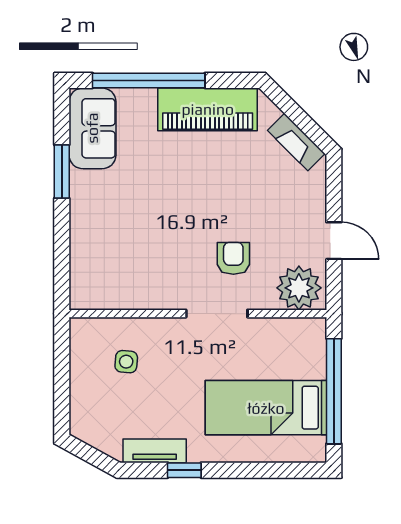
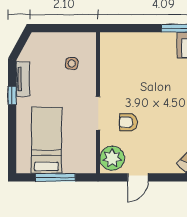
armchair: (233, 258) -> (128, 122), turned 180
window: (334, 391) -> (55, 177), width x0.68

